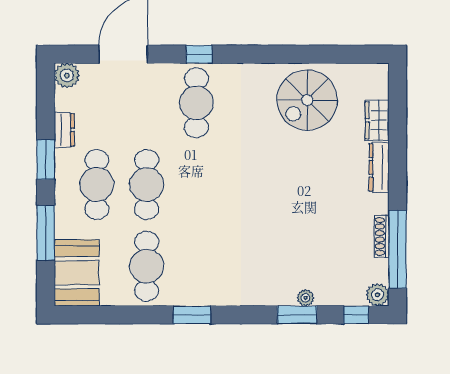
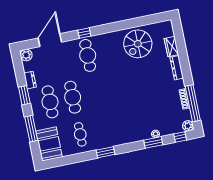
cafe table: (147, 266) -> (80, 134), width x0.73, depth x0.74

